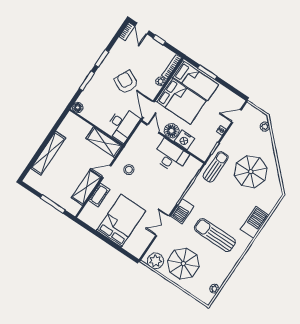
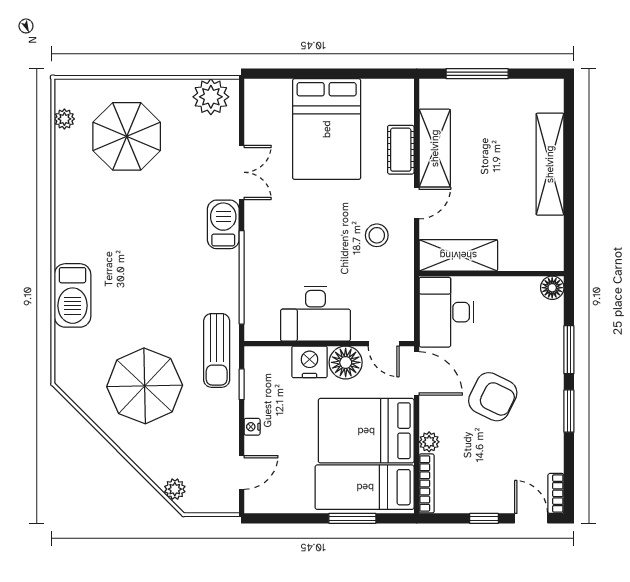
sun lounger: (215, 235) -> (132, 221), removed
parasol: (183, 264) -> (127, 136), moved

